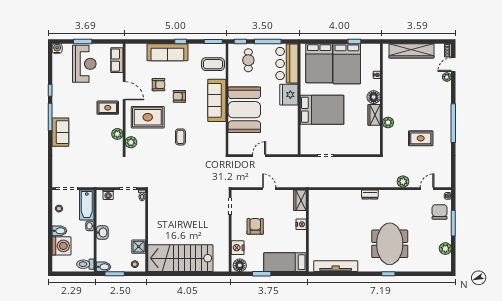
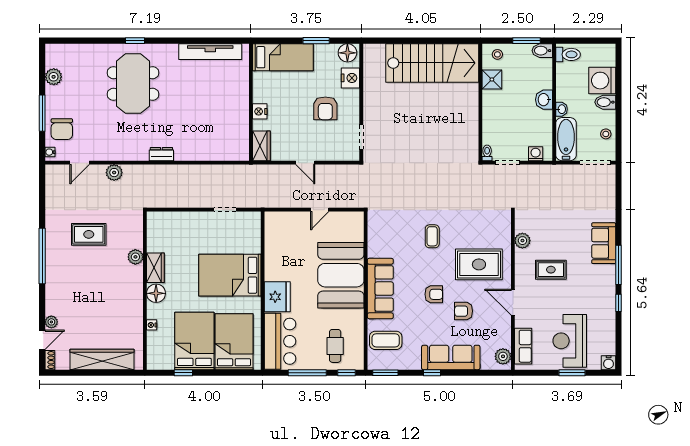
rug: (108, 108) -> (551, 270), moved
plant: (131, 142) -> (503, 356), moved

